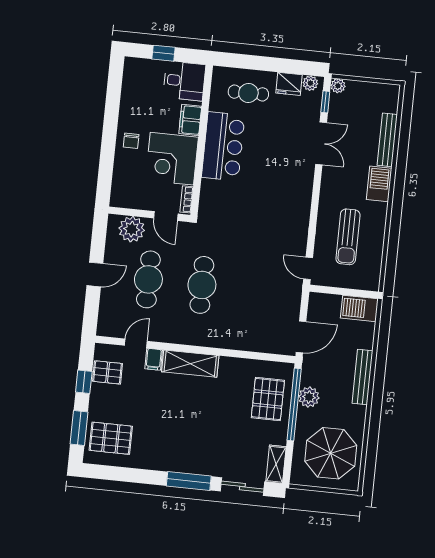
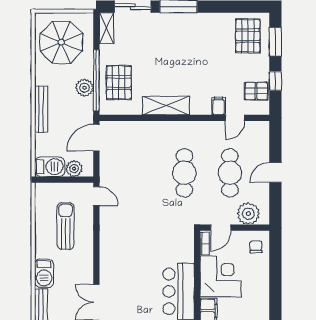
chair: (131, 141) -> (256, 247), moved
door: (166, 216) -> (221, 228), swing flipped
plant: (331, 303) -> (74, 169), added
shelving: (190, 364) -> (166, 106), moved
pallet: (111, 438) -> (248, 36), turned 90

